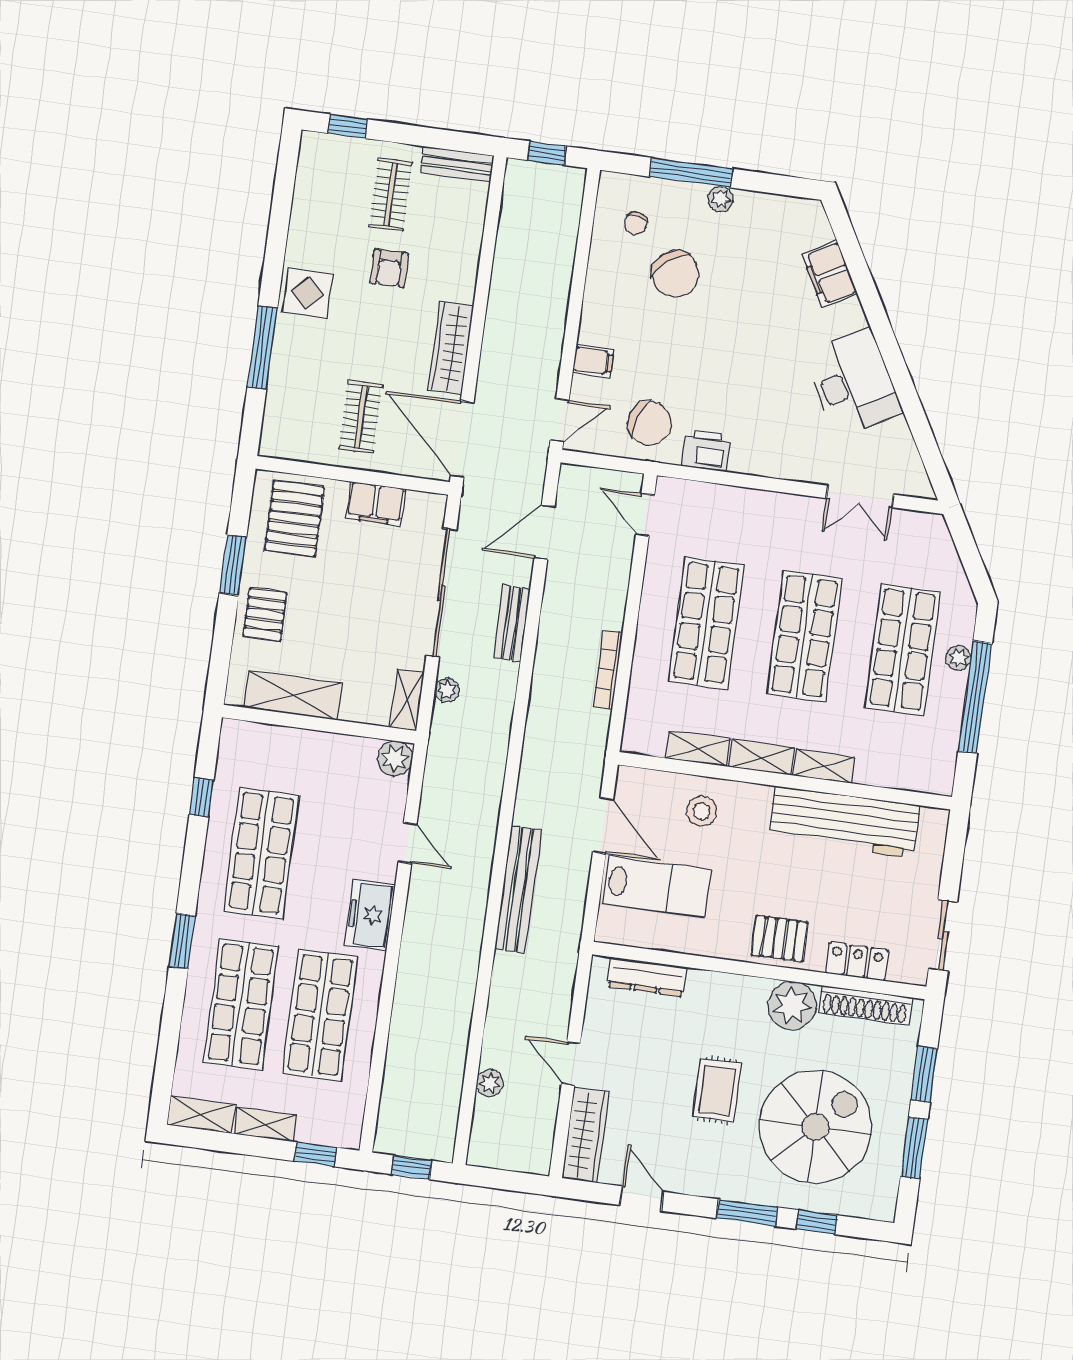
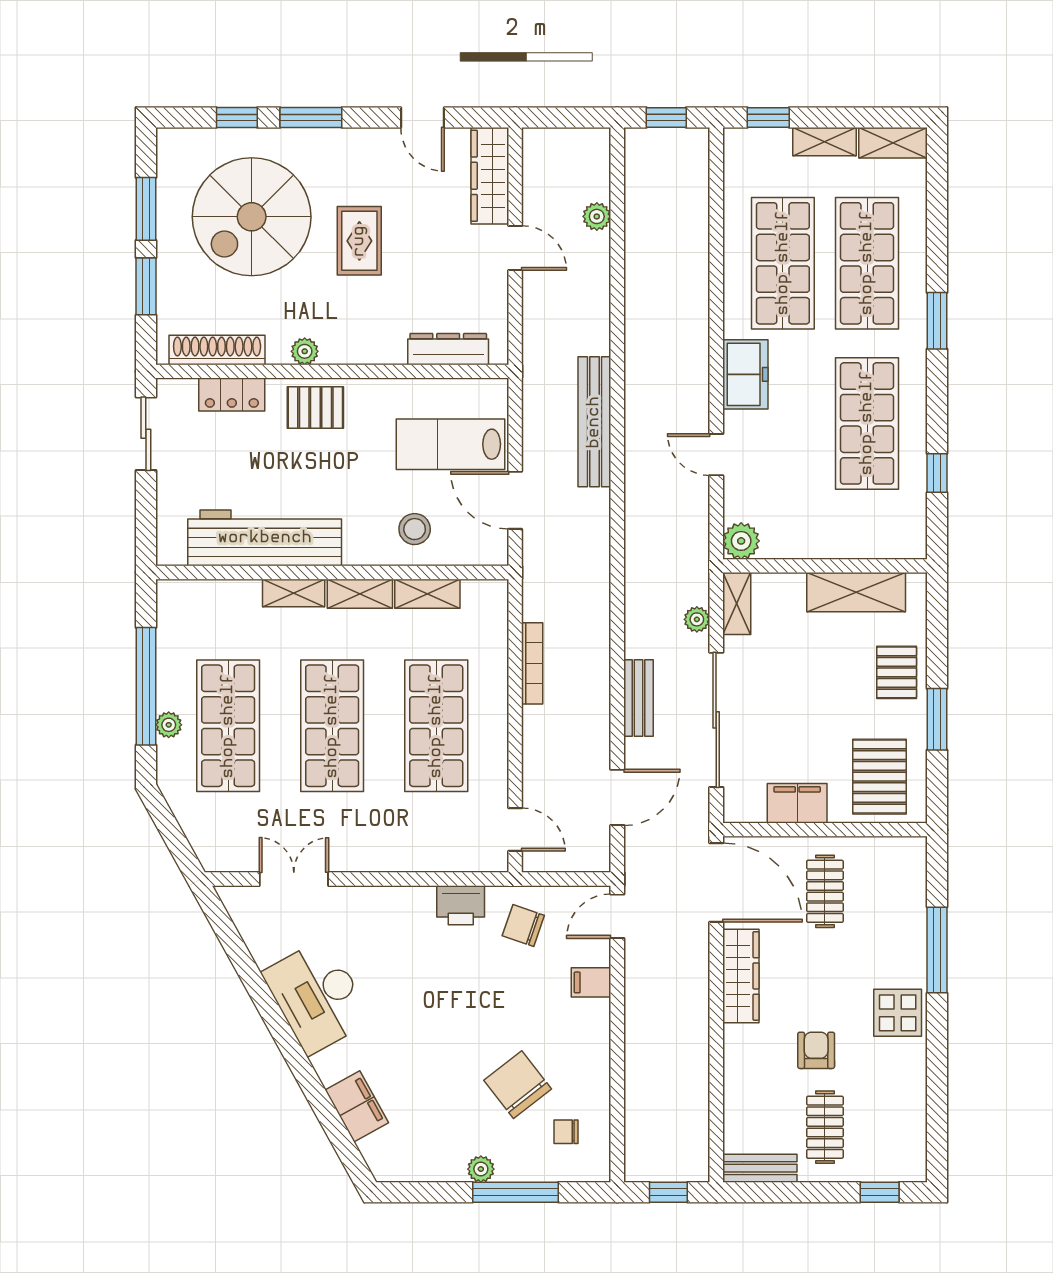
chair: (636, 223) -> (566, 1132), turned -104
chair: (650, 423) -> (523, 926), width x0.73, depth x0.73
plant: (792, 1006) -> (305, 351), width x0.53, depth x0.53

